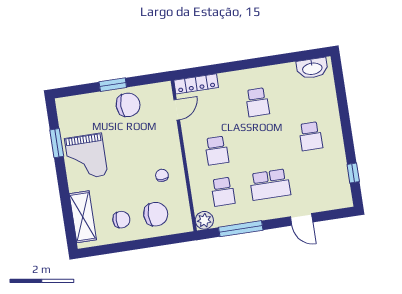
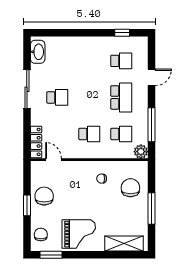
sliding door: (262, 62) -> (27, 89), added
school desk: (311, 136) -> (121, 61), moved
window: (57, 143) -> (51, 255), moved
chair: (121, 220) -> (41, 235), moved
window: (133, 245) -> (151, 209), added

